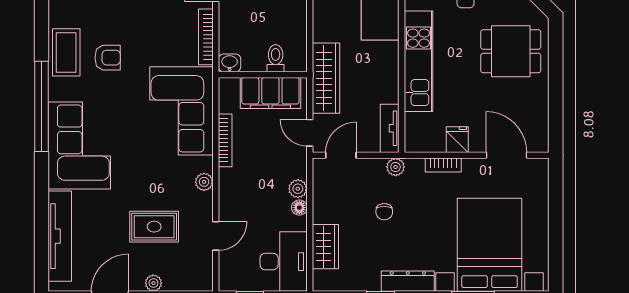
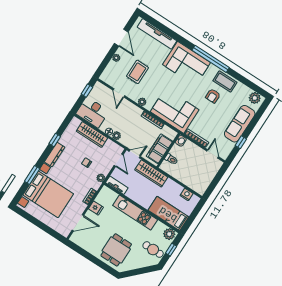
wardrobe: (325, 247) -> (92, 135), width x1.50

